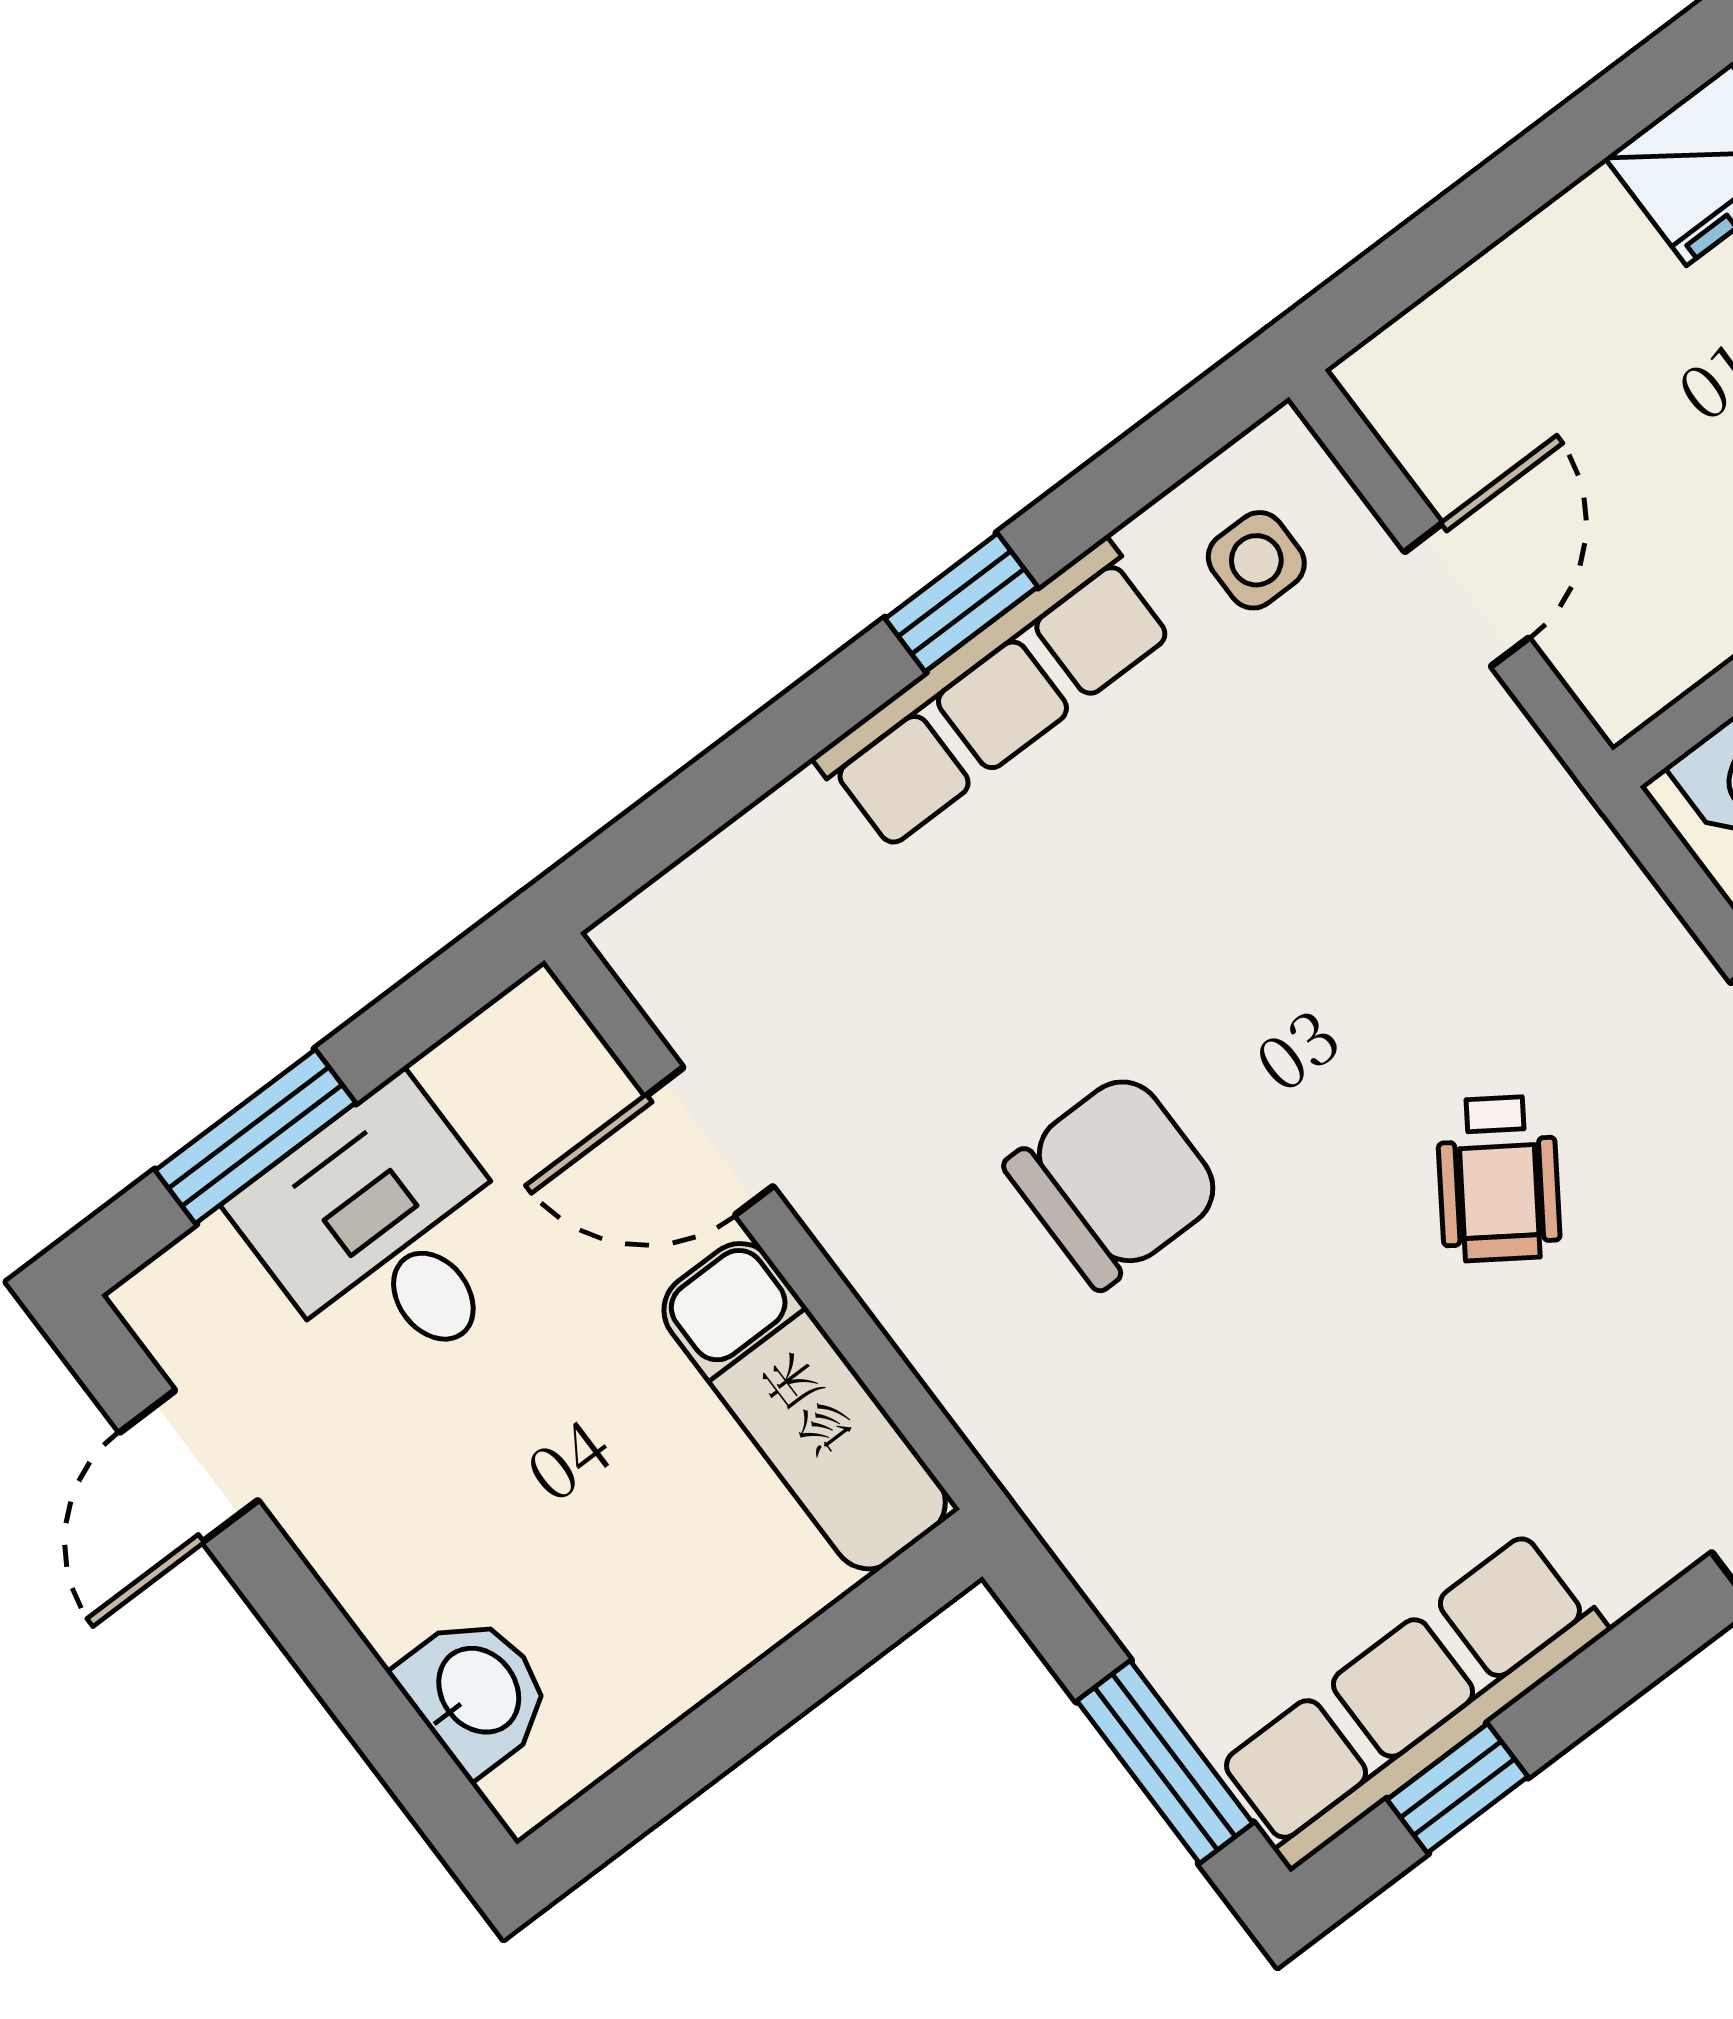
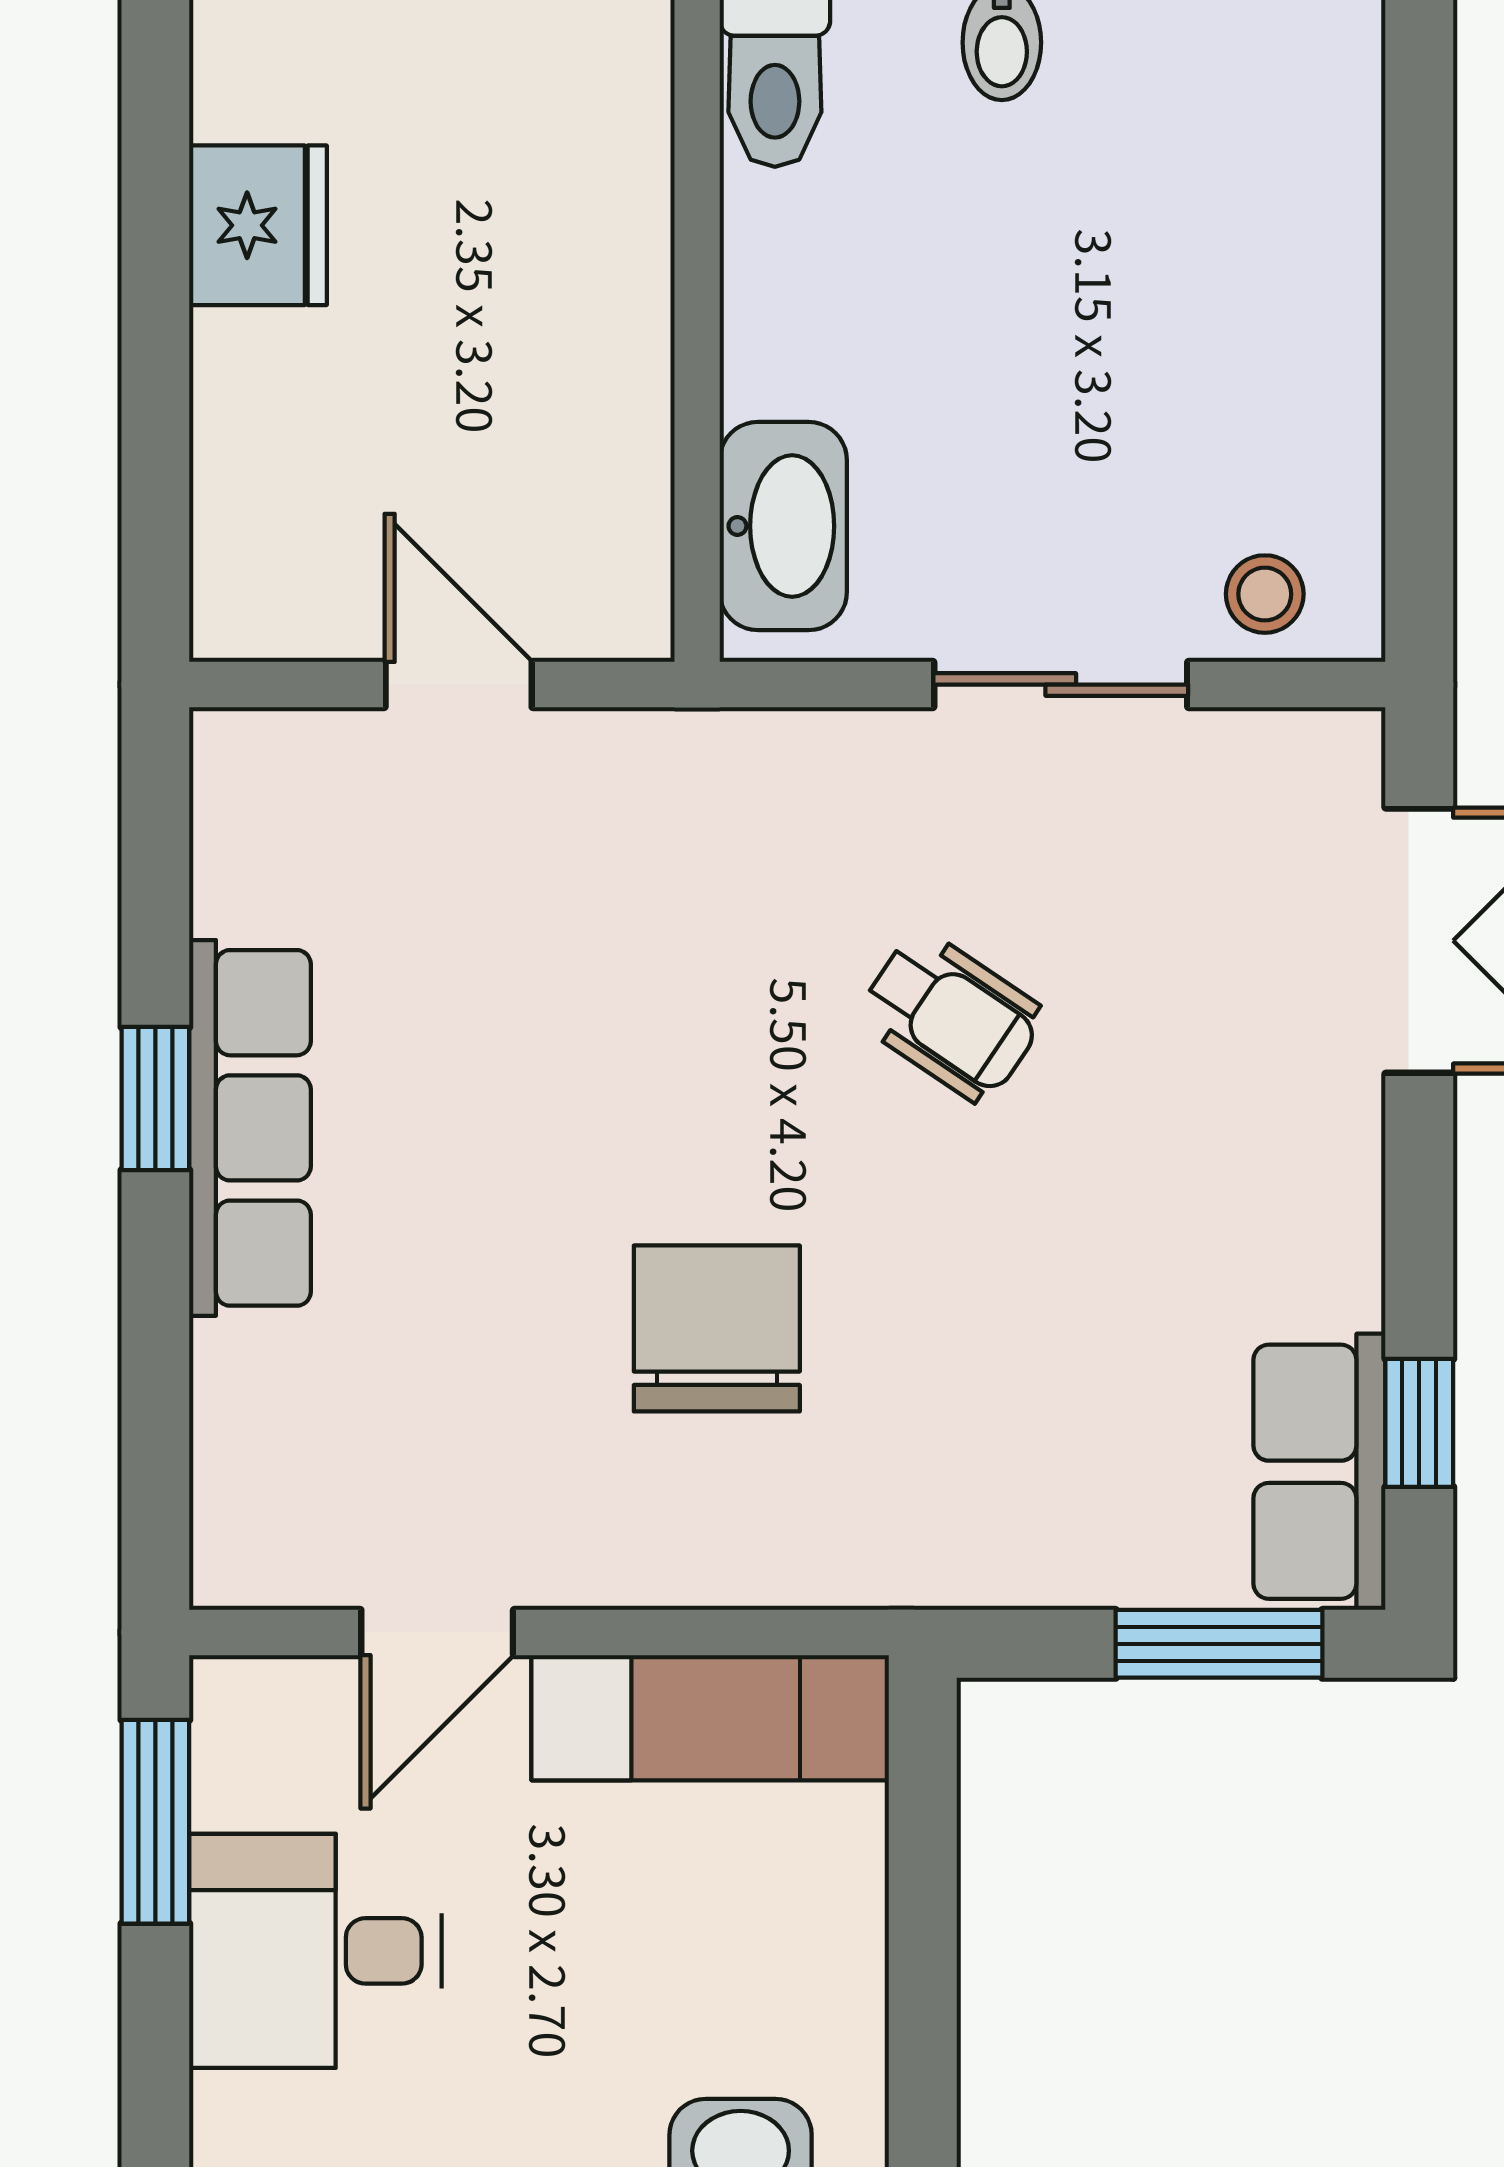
side table: (1256, 560) -> (302, 834), removed
window: (255, 1136) -> (155, 1822), moved
row of seats: (1412, 1699) -> (1319, 1472), width x0.68

